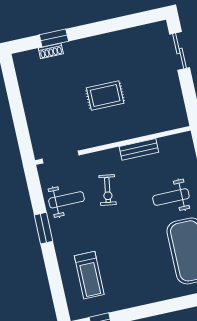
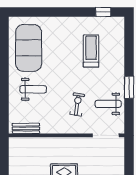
bench: (139, 149) -> (26, 128), moved
treadmill: (89, 275) -> (91, 51), moved

